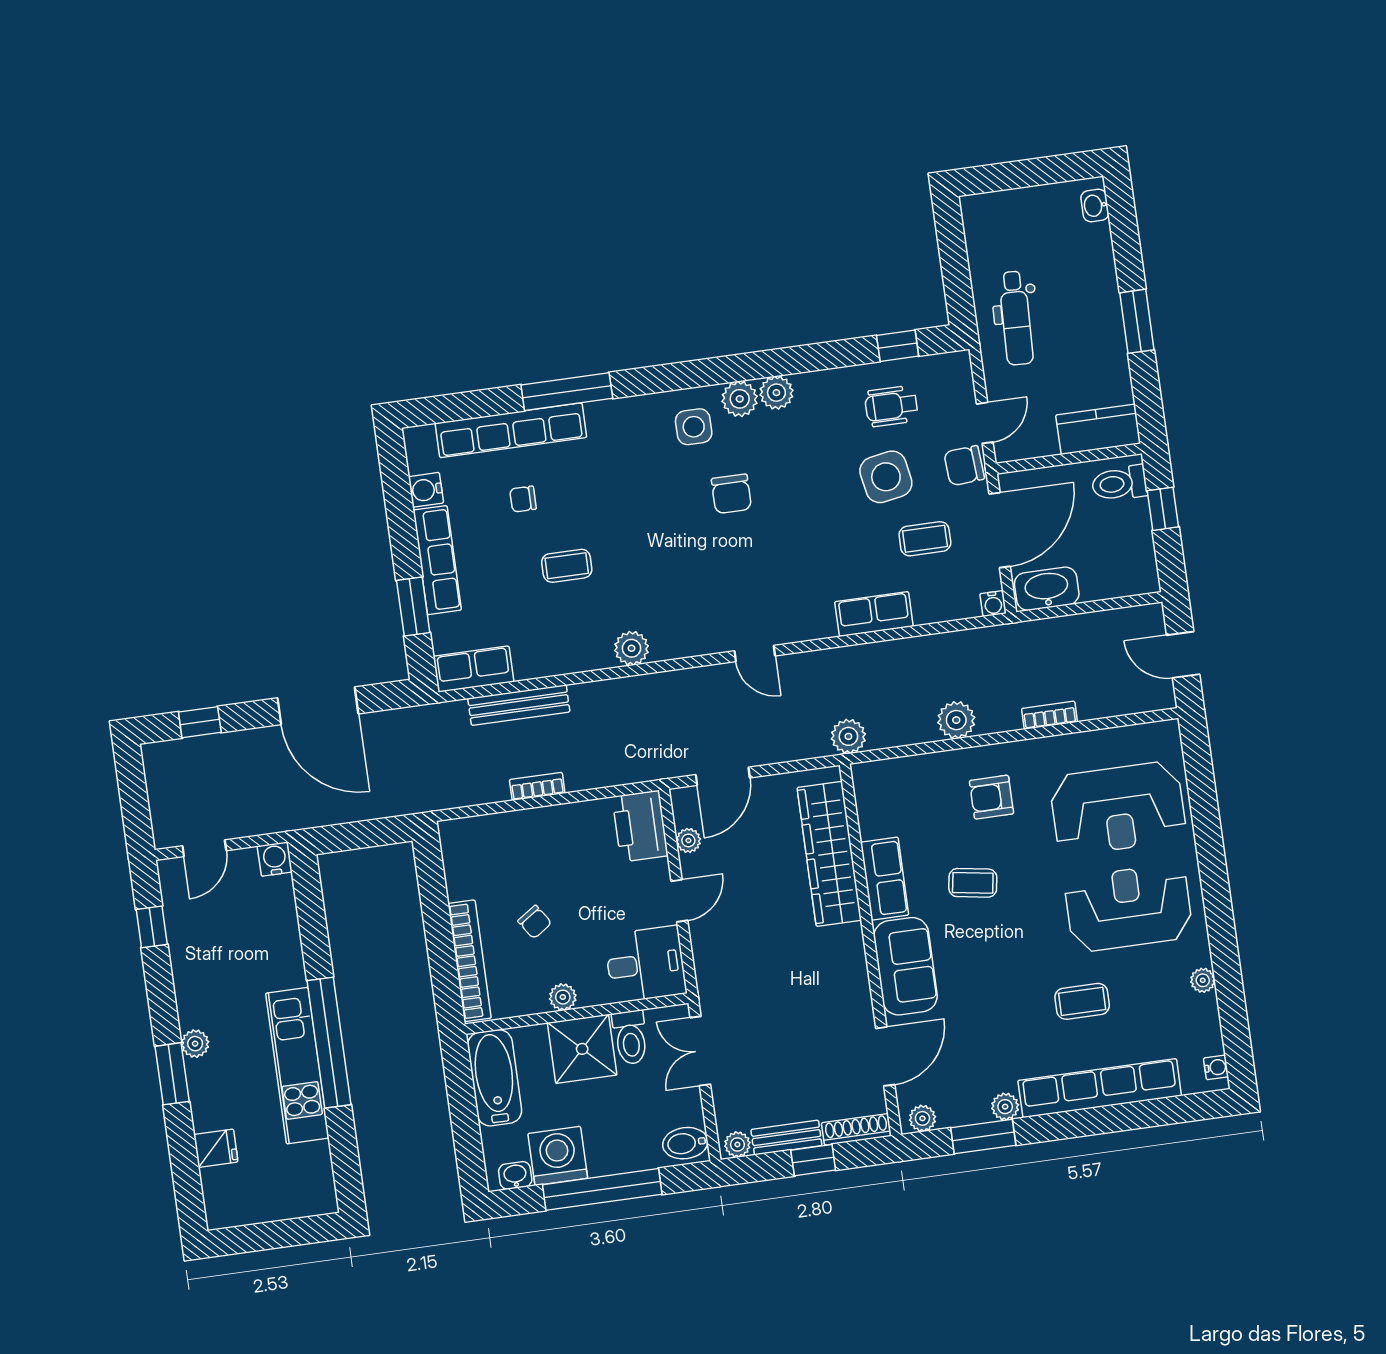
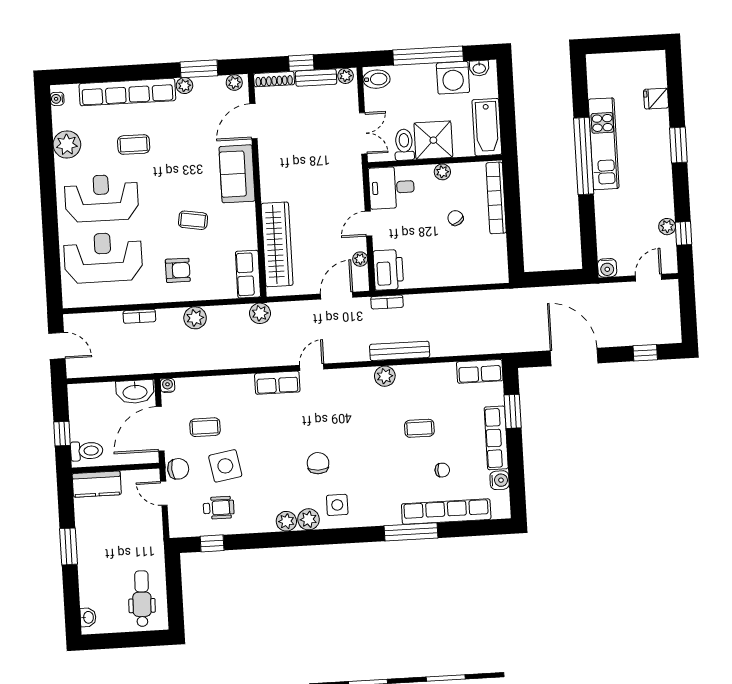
dental chair: (1016, 318) -> (142, 599), moved
door: (985, 423) -> (164, 493), hinge flipped
row of seats: (874, 614) -> (277, 383), moved
door: (755, 653) -> (312, 367), hinge flipped
bench: (519, 705) -> (400, 351), moved
bookcase: (537, 786) -> (387, 302), moved
row of seats: (885, 879) -> (248, 274), moved
reception desk: (1129, 908) -> (102, 198), turned 180
plant: (1203, 980) -> (67, 144), width x1.87, depth x1.87
plant: (195, 1044) -> (667, 227), moved

